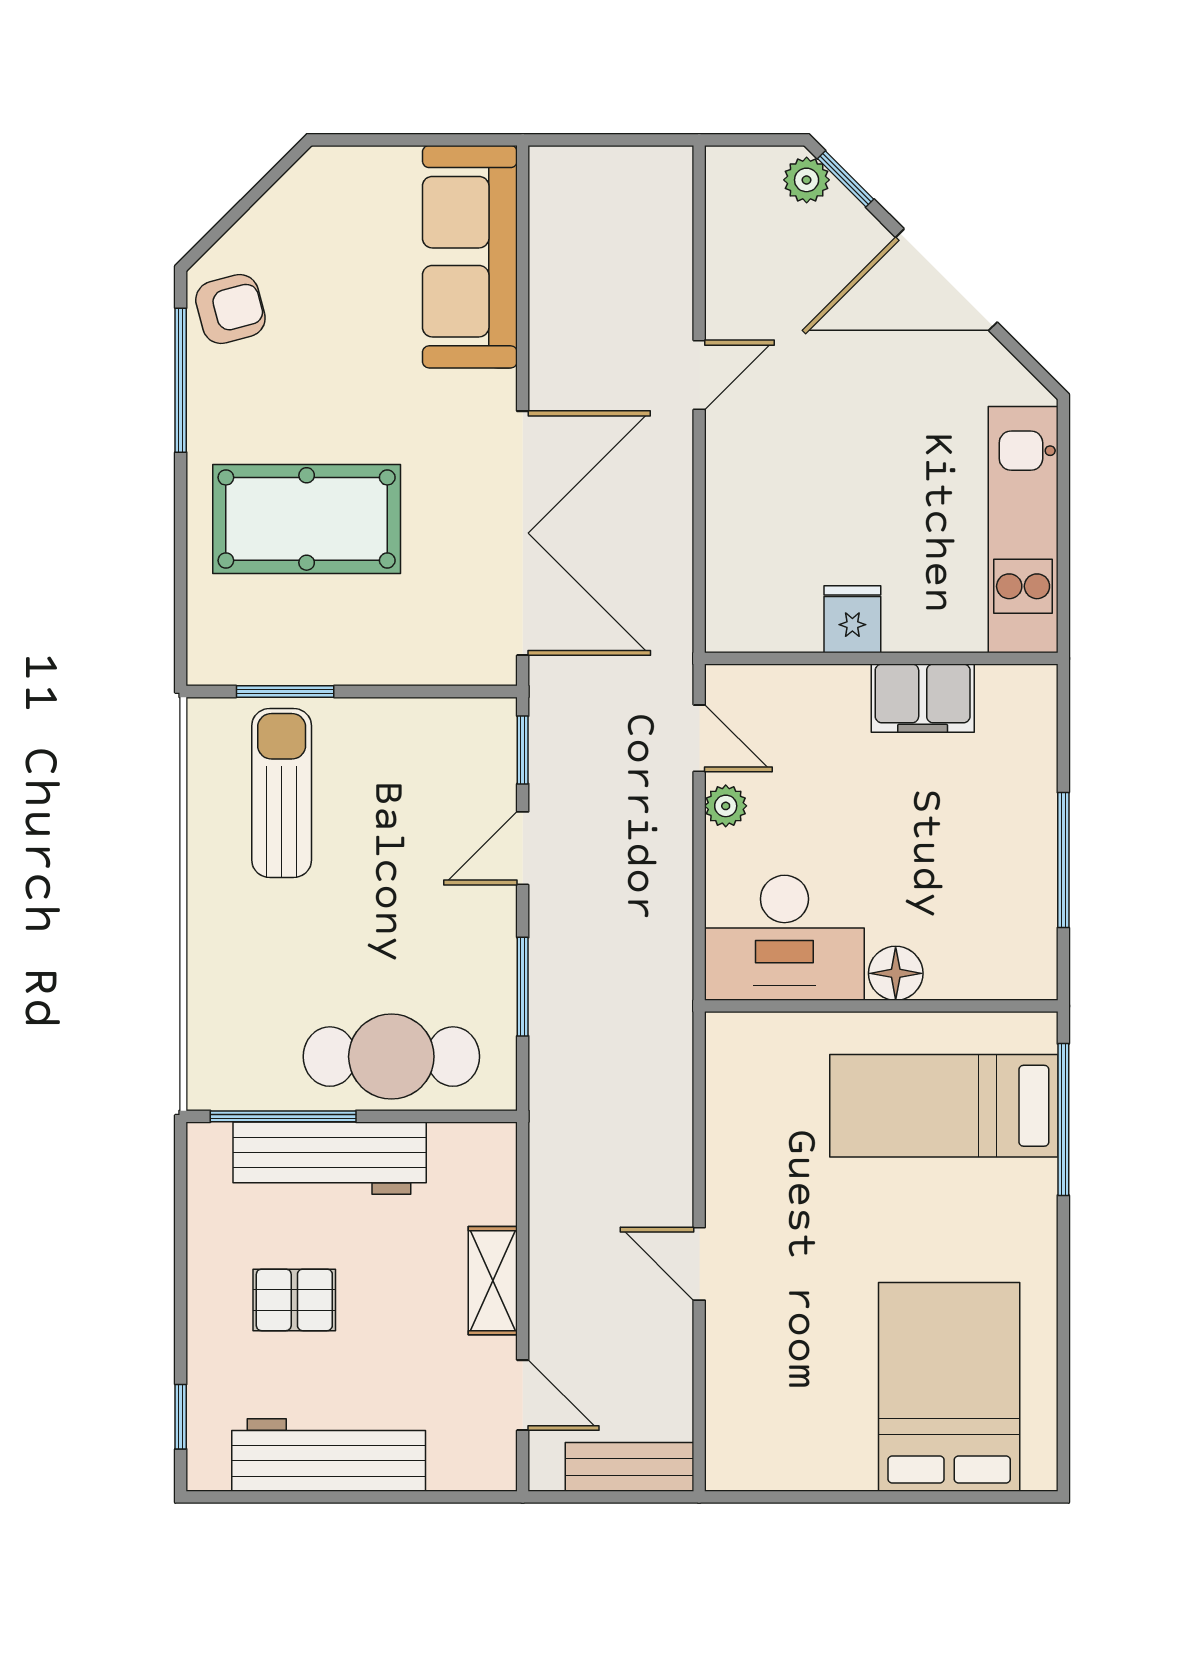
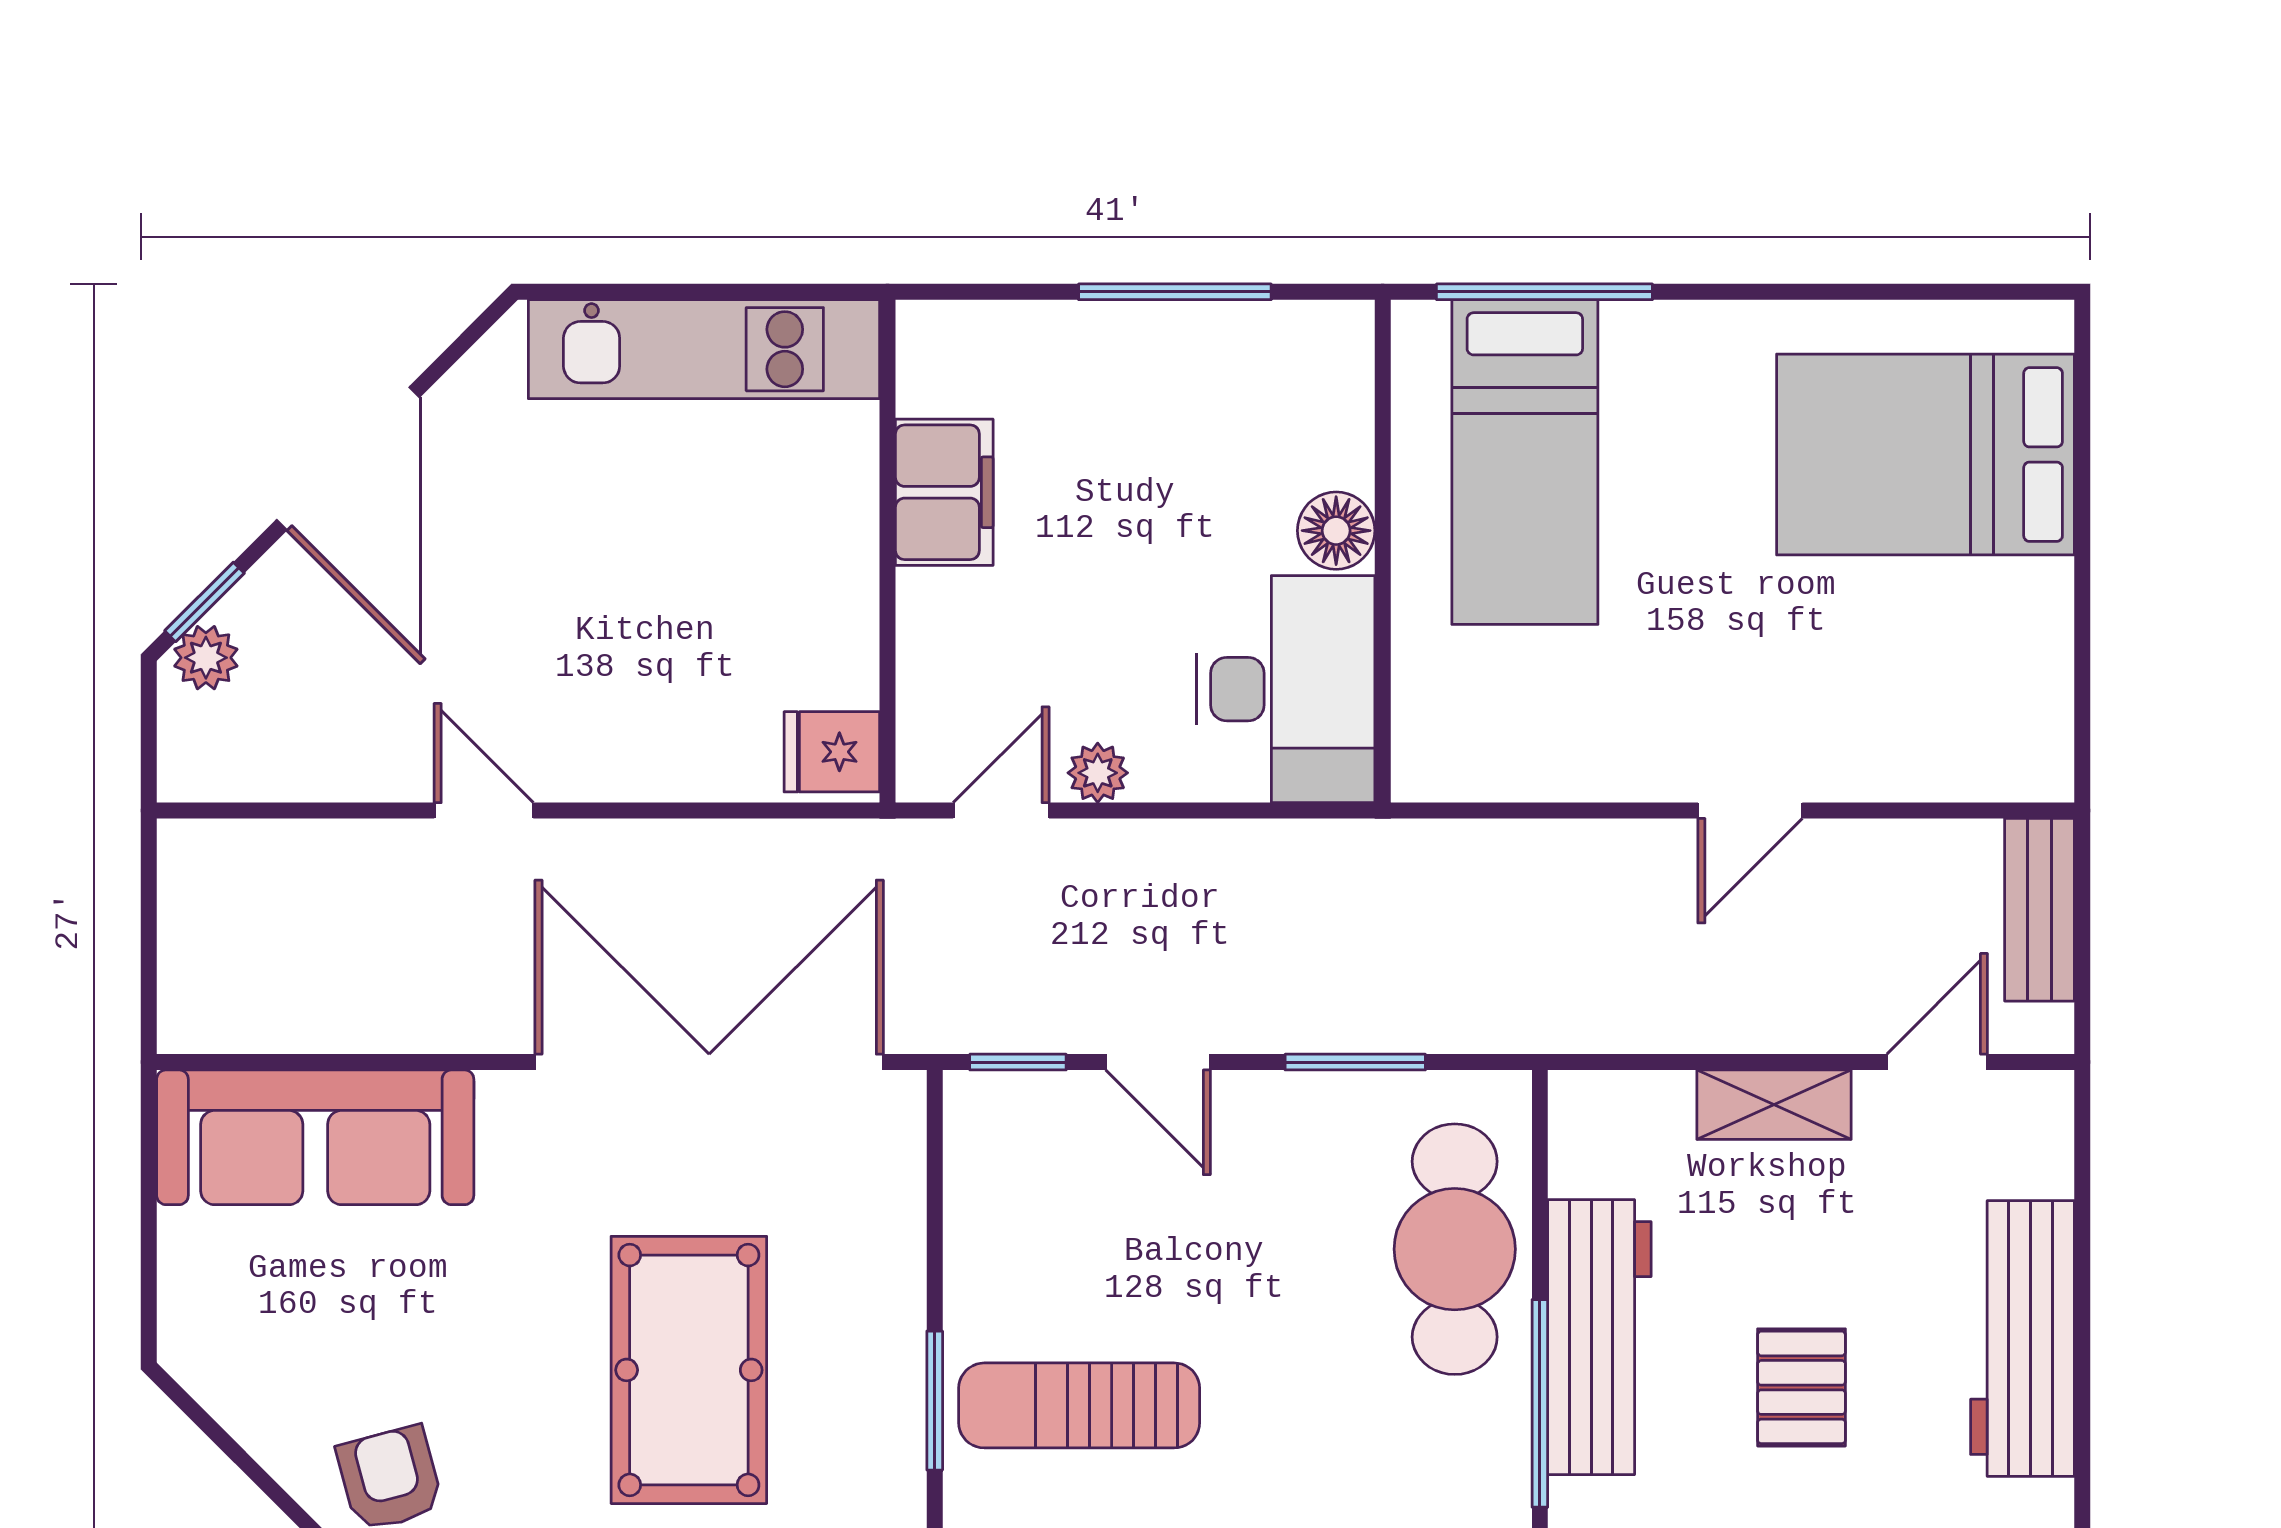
fridge: (852, 619) -> (832, 752), moved

